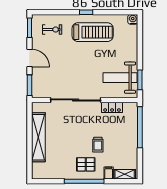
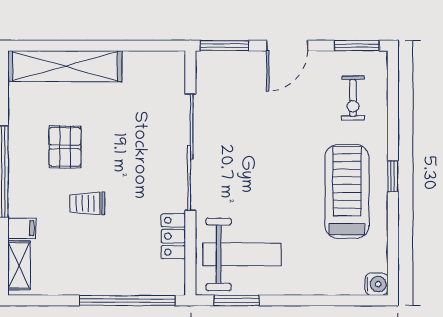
treadmill: (93, 32) -> (347, 191), turned 180
weight bench: (120, 78) -> (242, 254), turned 90
shelving: (38, 137) -> (65, 66), moved
pallet: (86, 164) -> (65, 147), moved

